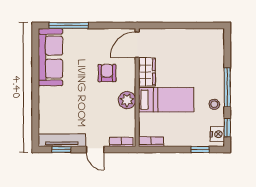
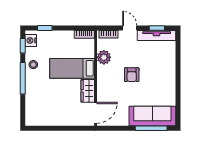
sofa: (50, 57) -> (152, 116), moved, turned 90
armchair: (107, 73) -> (132, 75), moved
plant: (127, 100) -> (104, 57), moved

